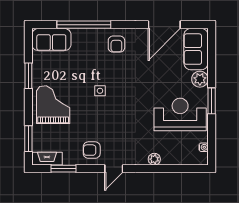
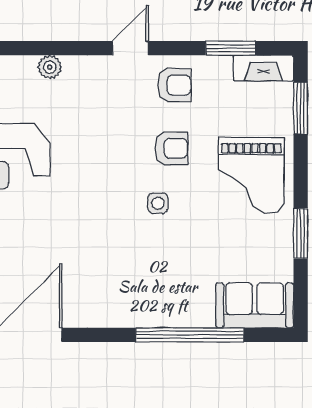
armchair: (116, 44) -> (171, 148), moved, turned 90

